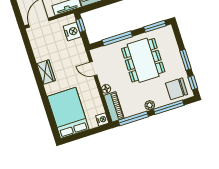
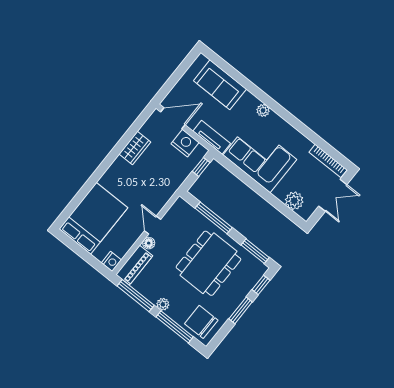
nightstand: (72, 31) -> (185, 143), moved, turned -90
door: (93, 69) -> (152, 225), moved
wardrobe: (46, 72) -> (135, 148), moved
window: (193, 83) -> (261, 285), moved

